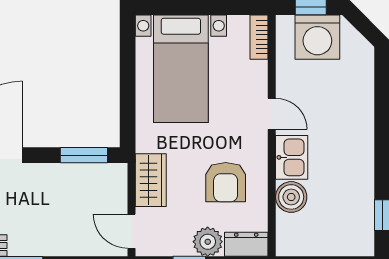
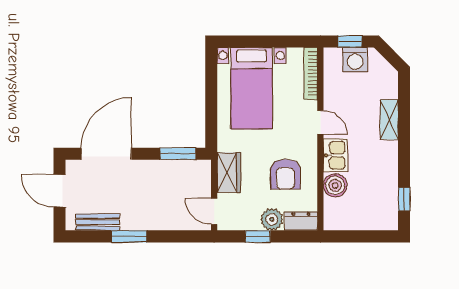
bookcase: (259, 37) -> (311, 74), width x1.56
washing machine: (317, 37) -> (355, 60), width x0.73, depth x0.73
shelving: (362, 110) -> (389, 120), added

